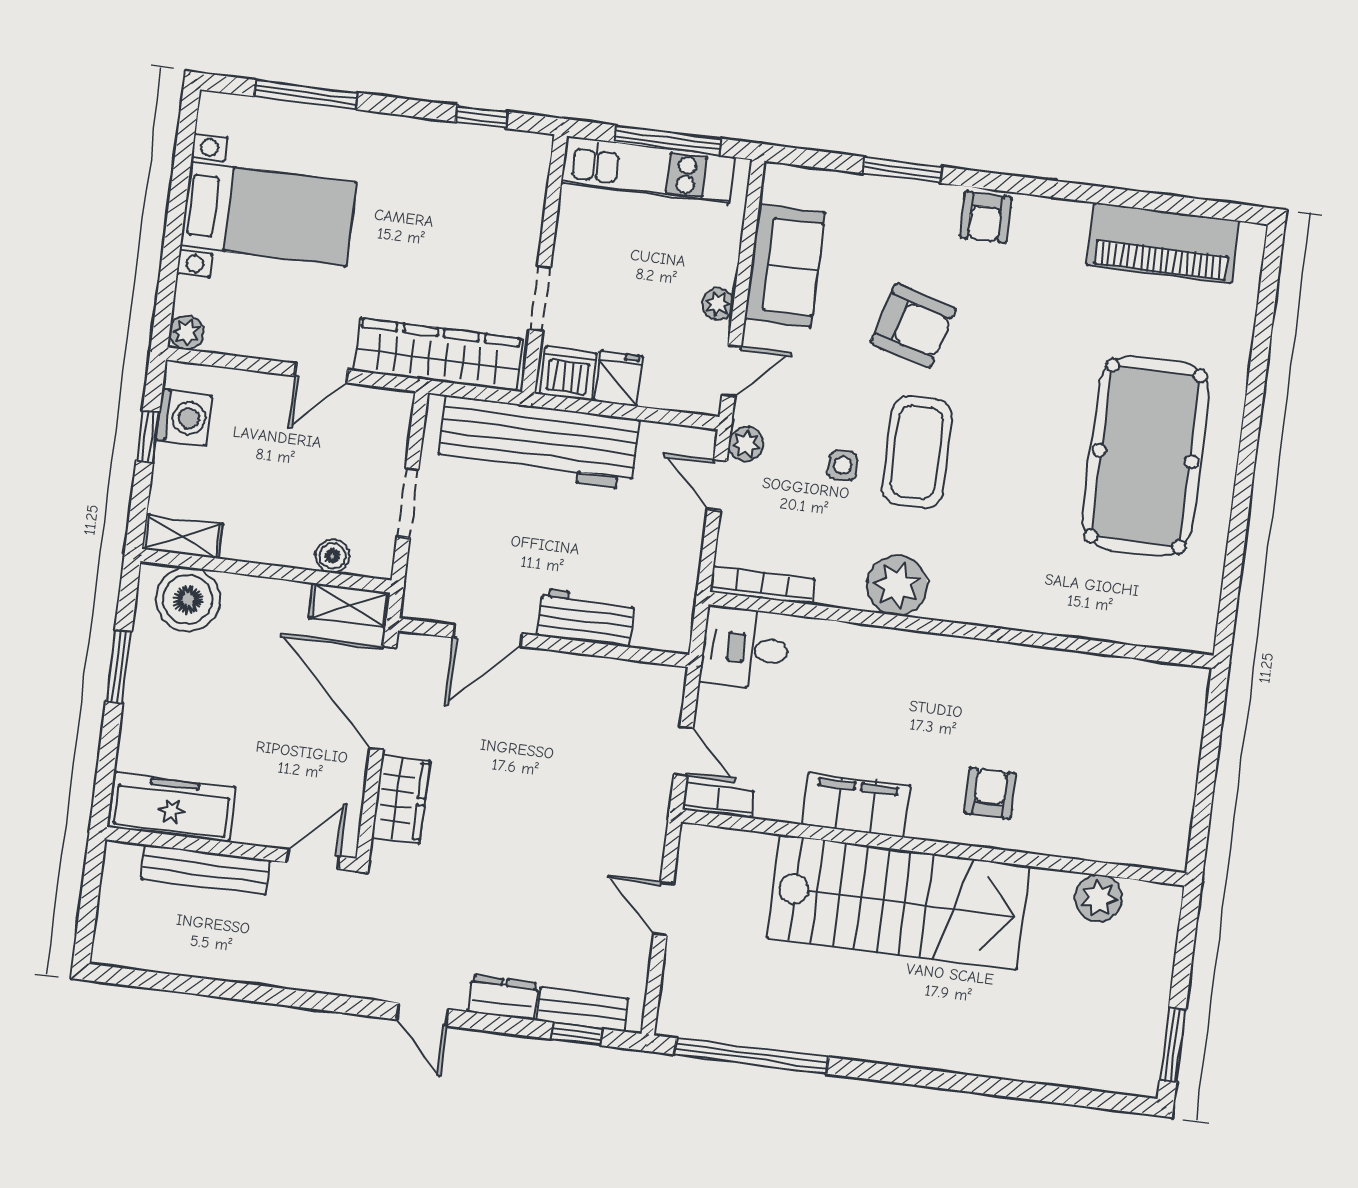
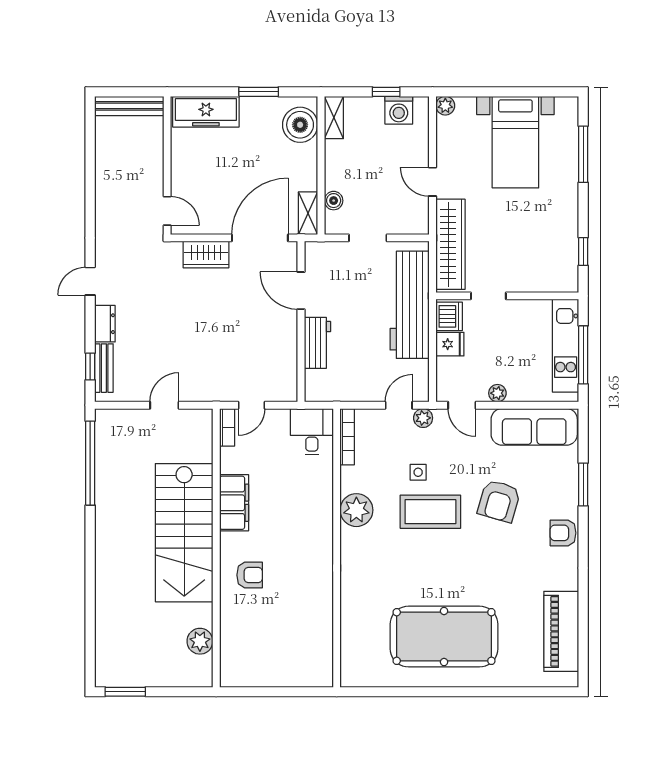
sofa: (785, 266) -> (534, 427), width x1.36
freezer: (172, 807) -> (206, 112), moved, turned 90
bench: (206, 870) -> (129, 106), moved, turned 90

